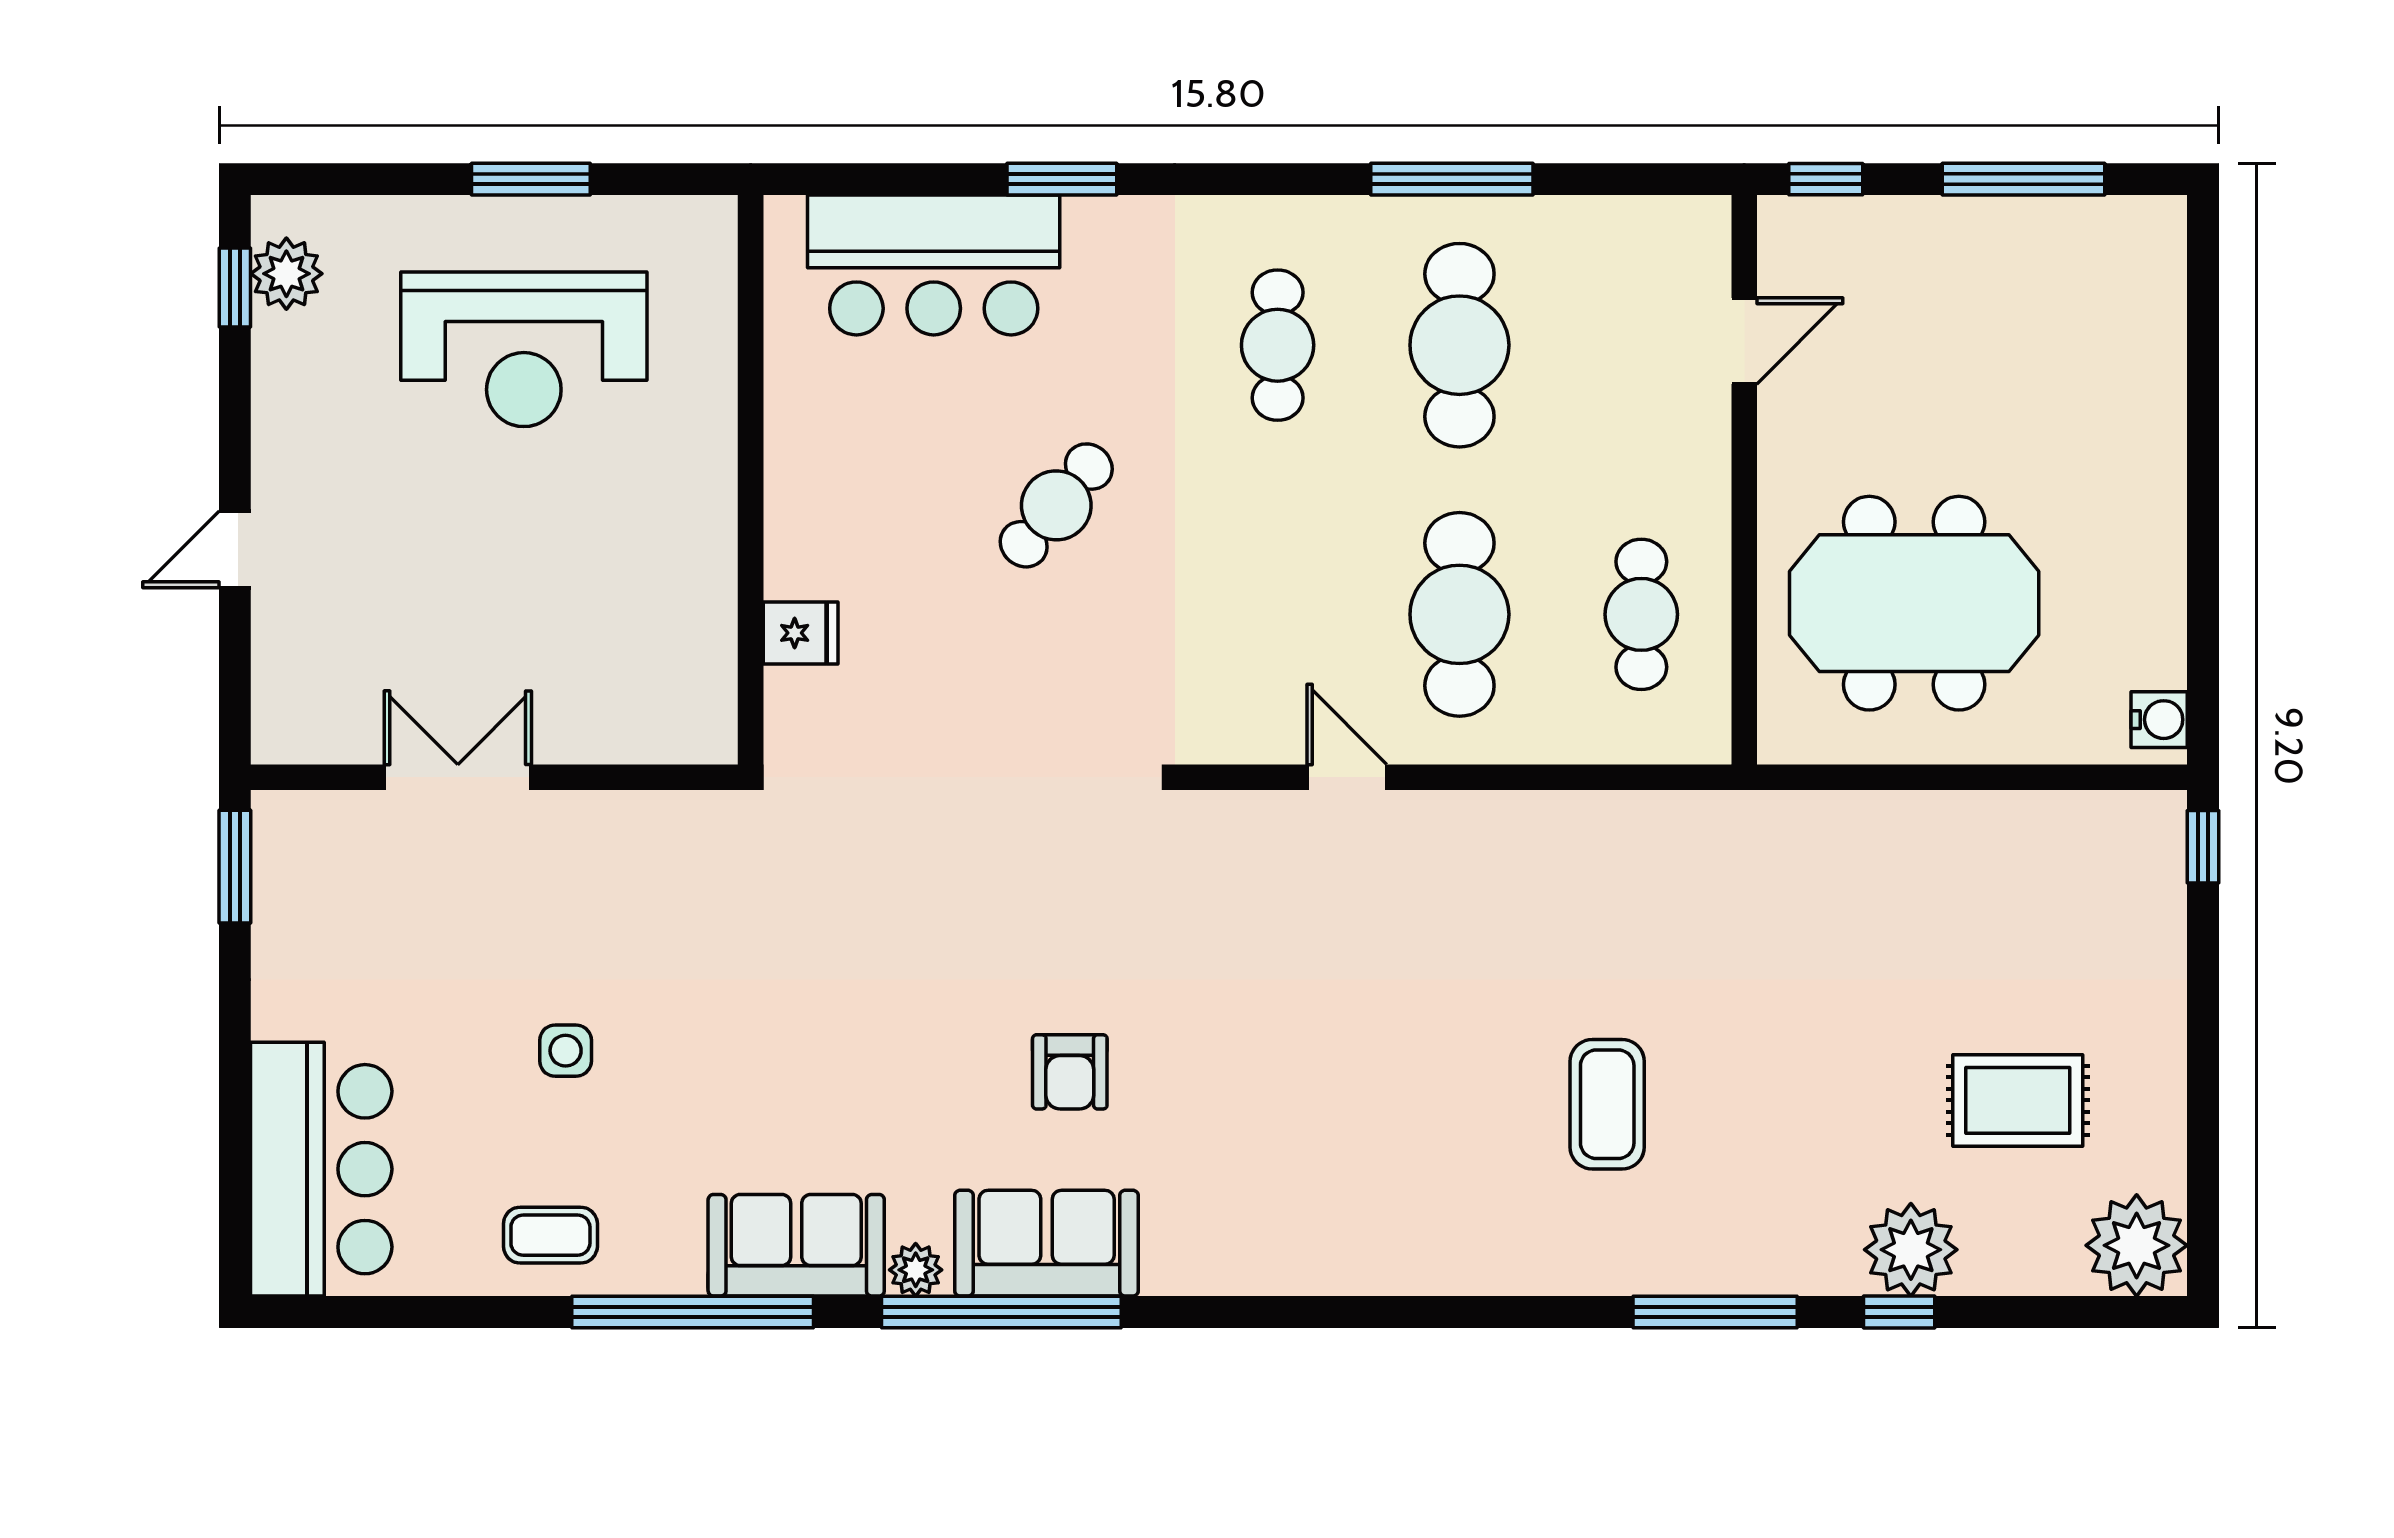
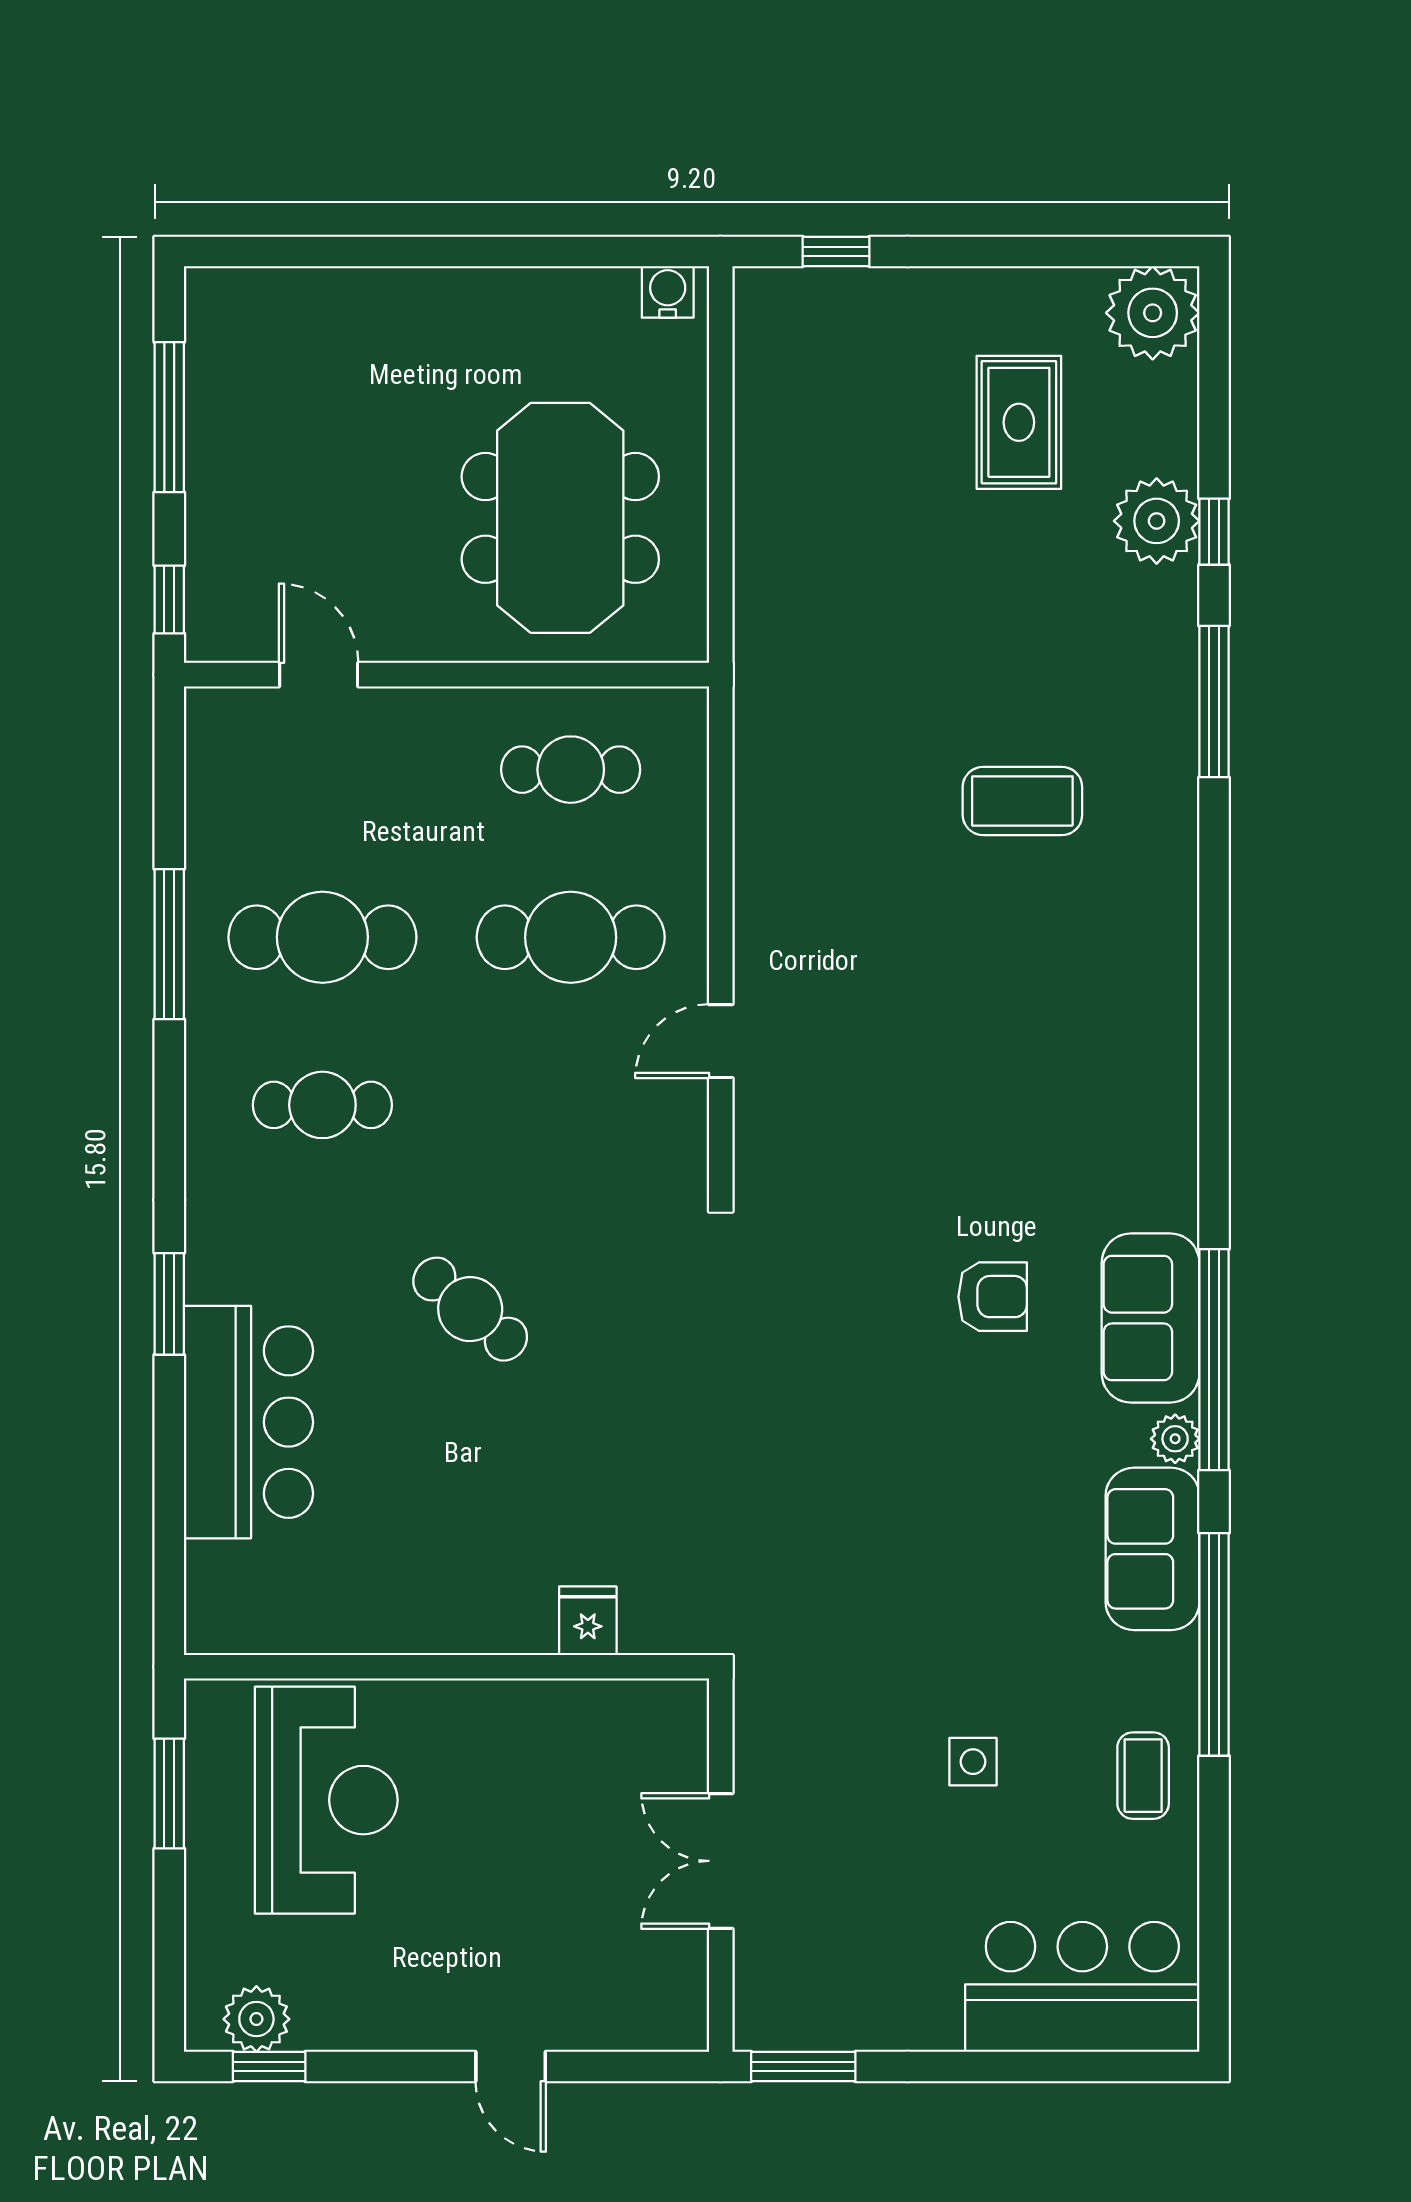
wall: (751, 480) -> (447, 1667), moved
fridge: (801, 633) -> (588, 1621), moved
window: (2203, 847) -> (836, 251), moved

